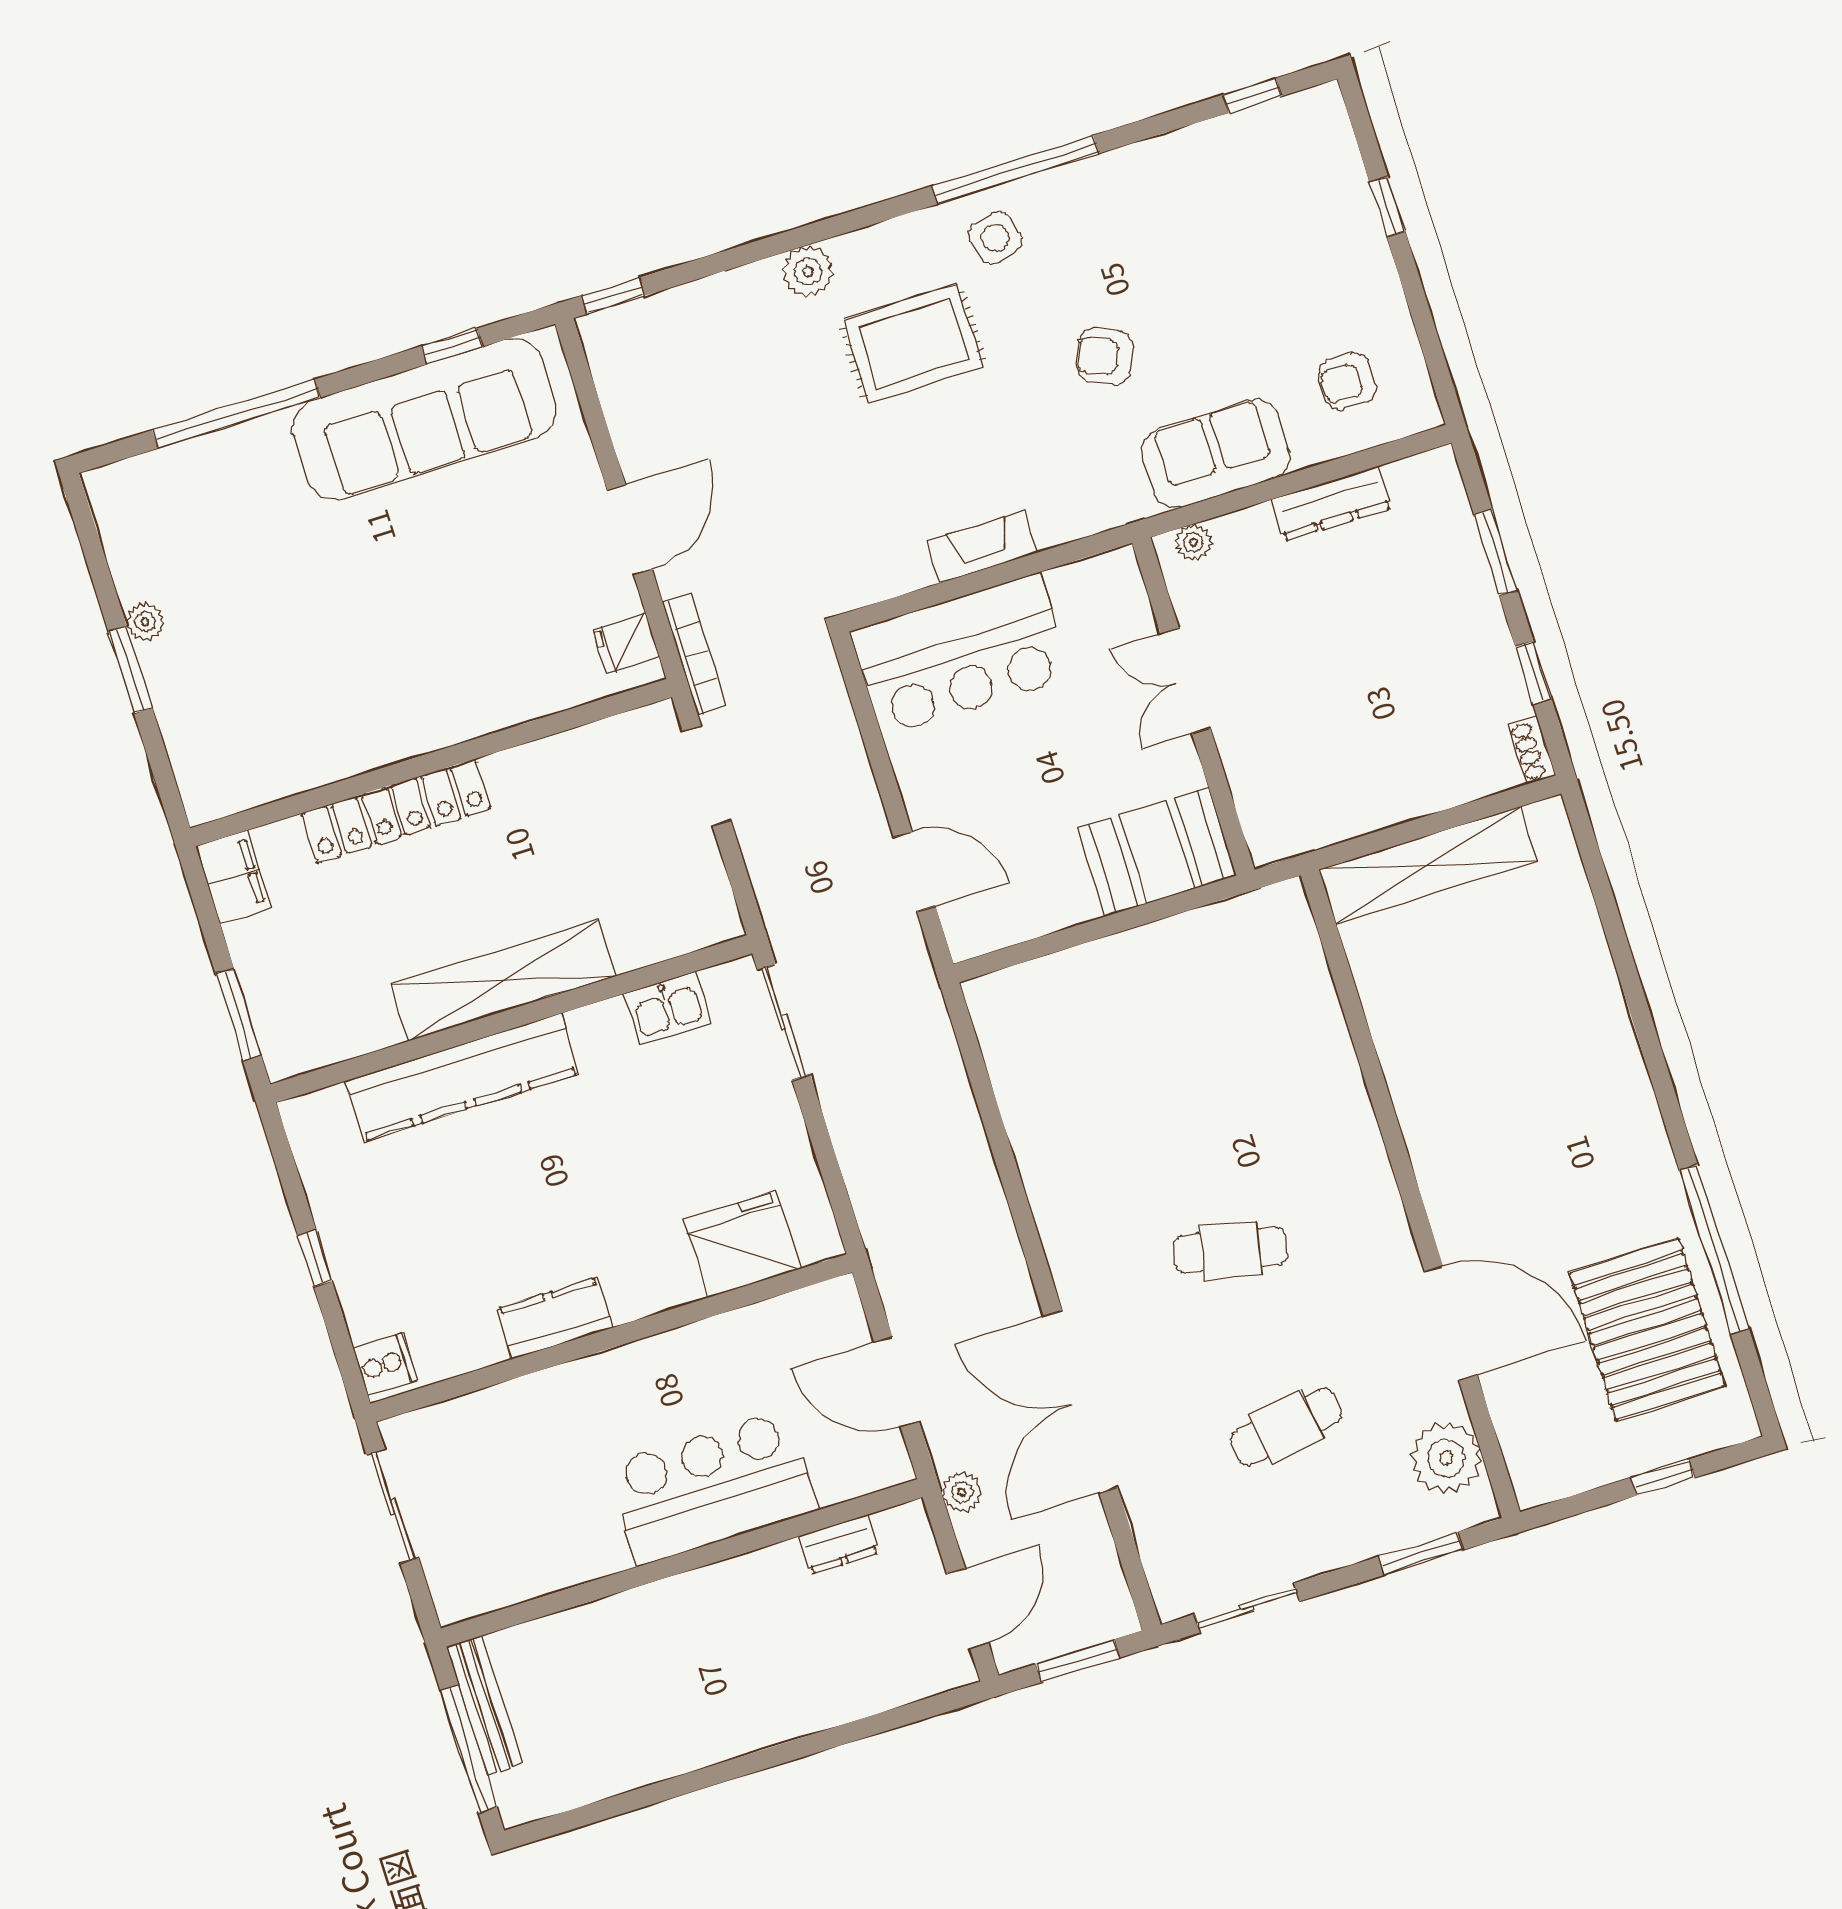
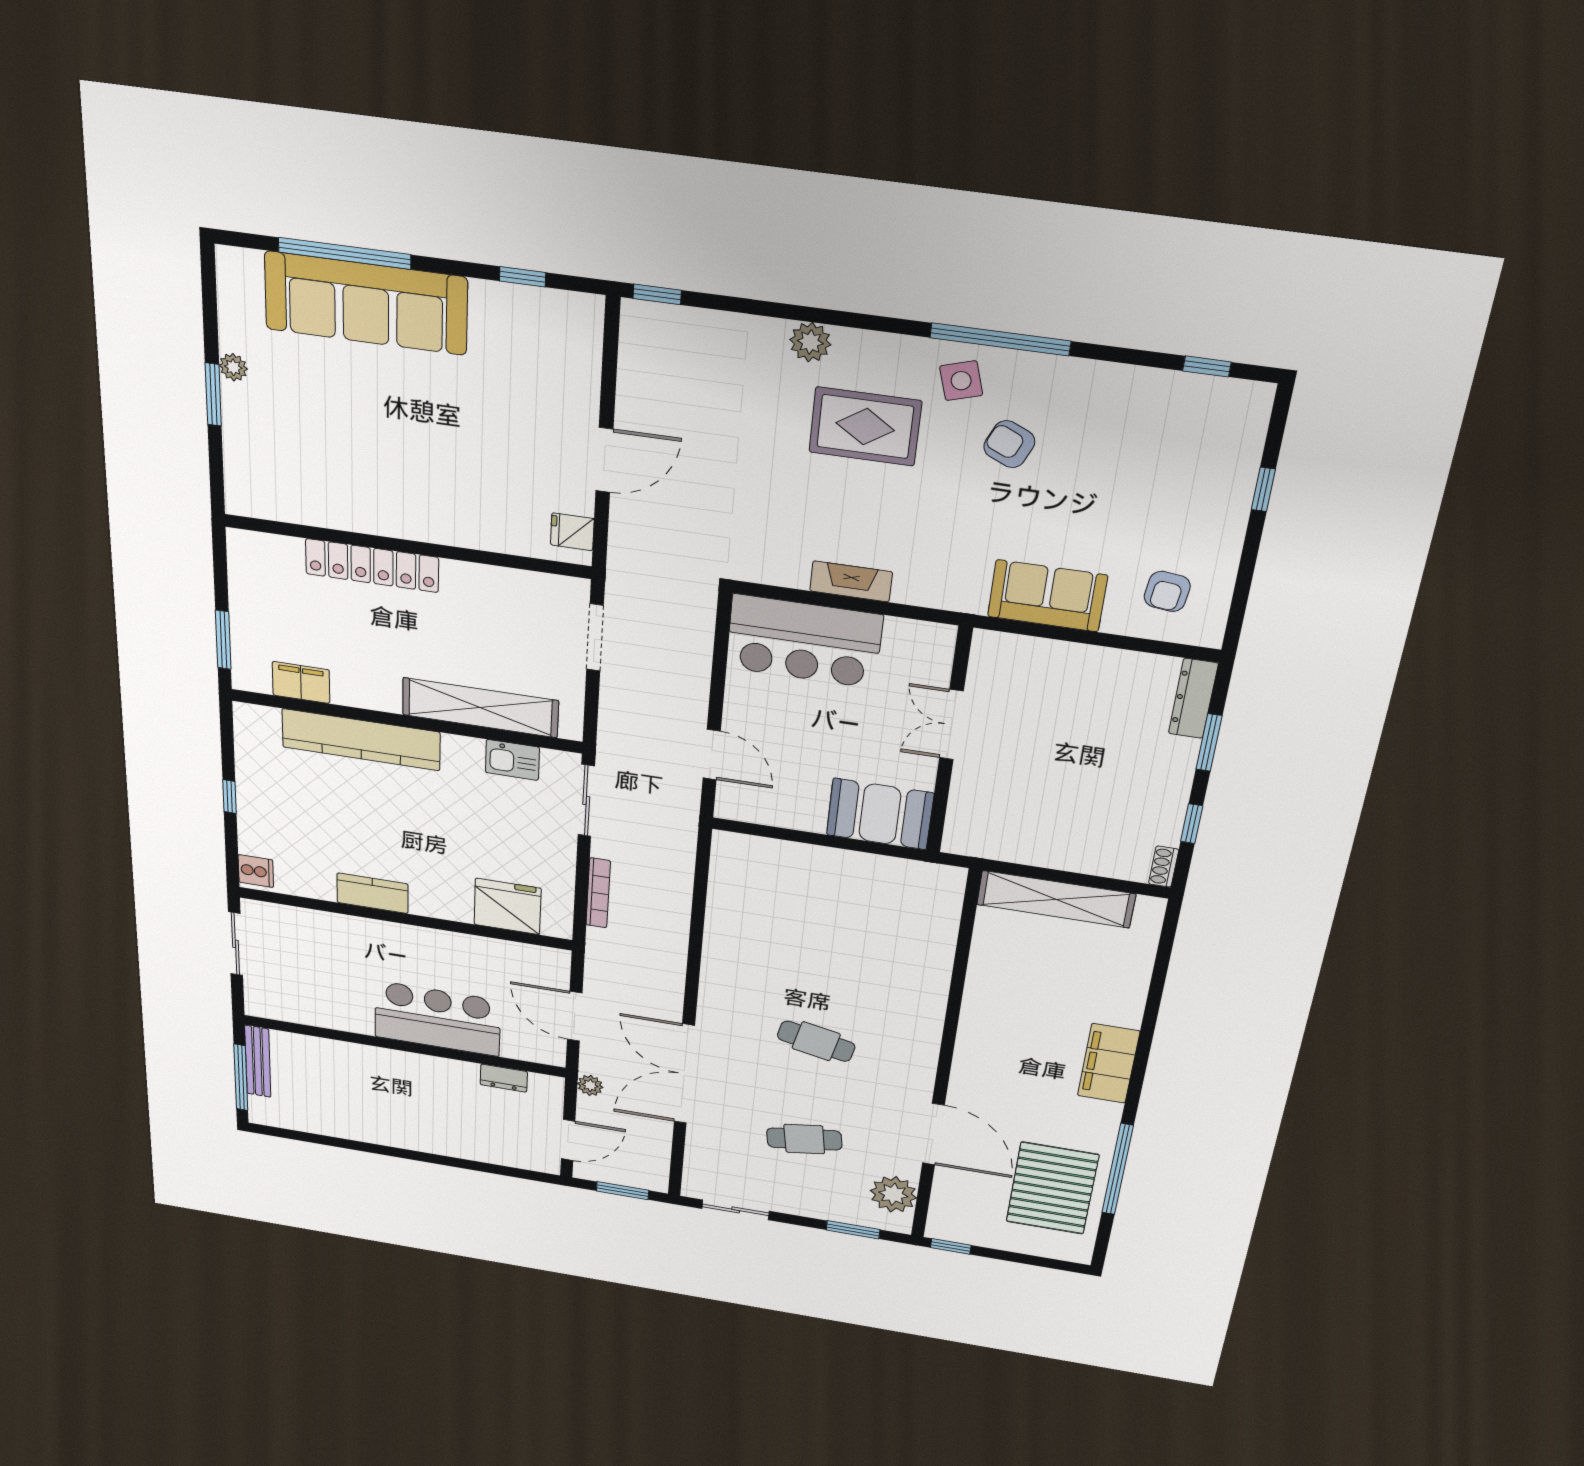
armchair: (1105, 356) -> (1009, 444), moved
armchair: (1347, 382) -> (1167, 591), turned -83
sofa: (424, 419) -> (366, 303), moved
dresser: (1331, 504) -> (1193, 698), moved, turned 90
plant: (1193, 542) -> (1002, 644), removed
bookcase: (694, 654) -> (598, 893), moved
filing cabinet: (233, 877) -> (301, 682), moved, turned -90
shelving: (503, 980) -> (480, 708), moved
filing cabinet: (1616, 1083) -> (1109, 1063), added
window: (1663, 1478) -> (951, 1246), moved

